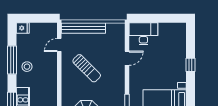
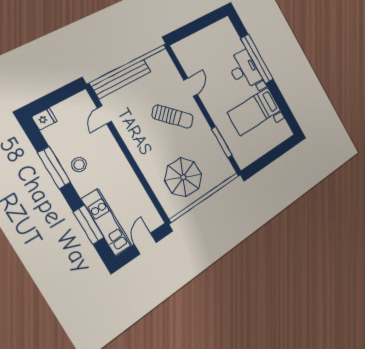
desk: (143, 34) -> (244, 70), moved, turned 90
window: (191, 65) -> (257, 59), width x3.17
sun lounger: (87, 68) -> (173, 117), moved

